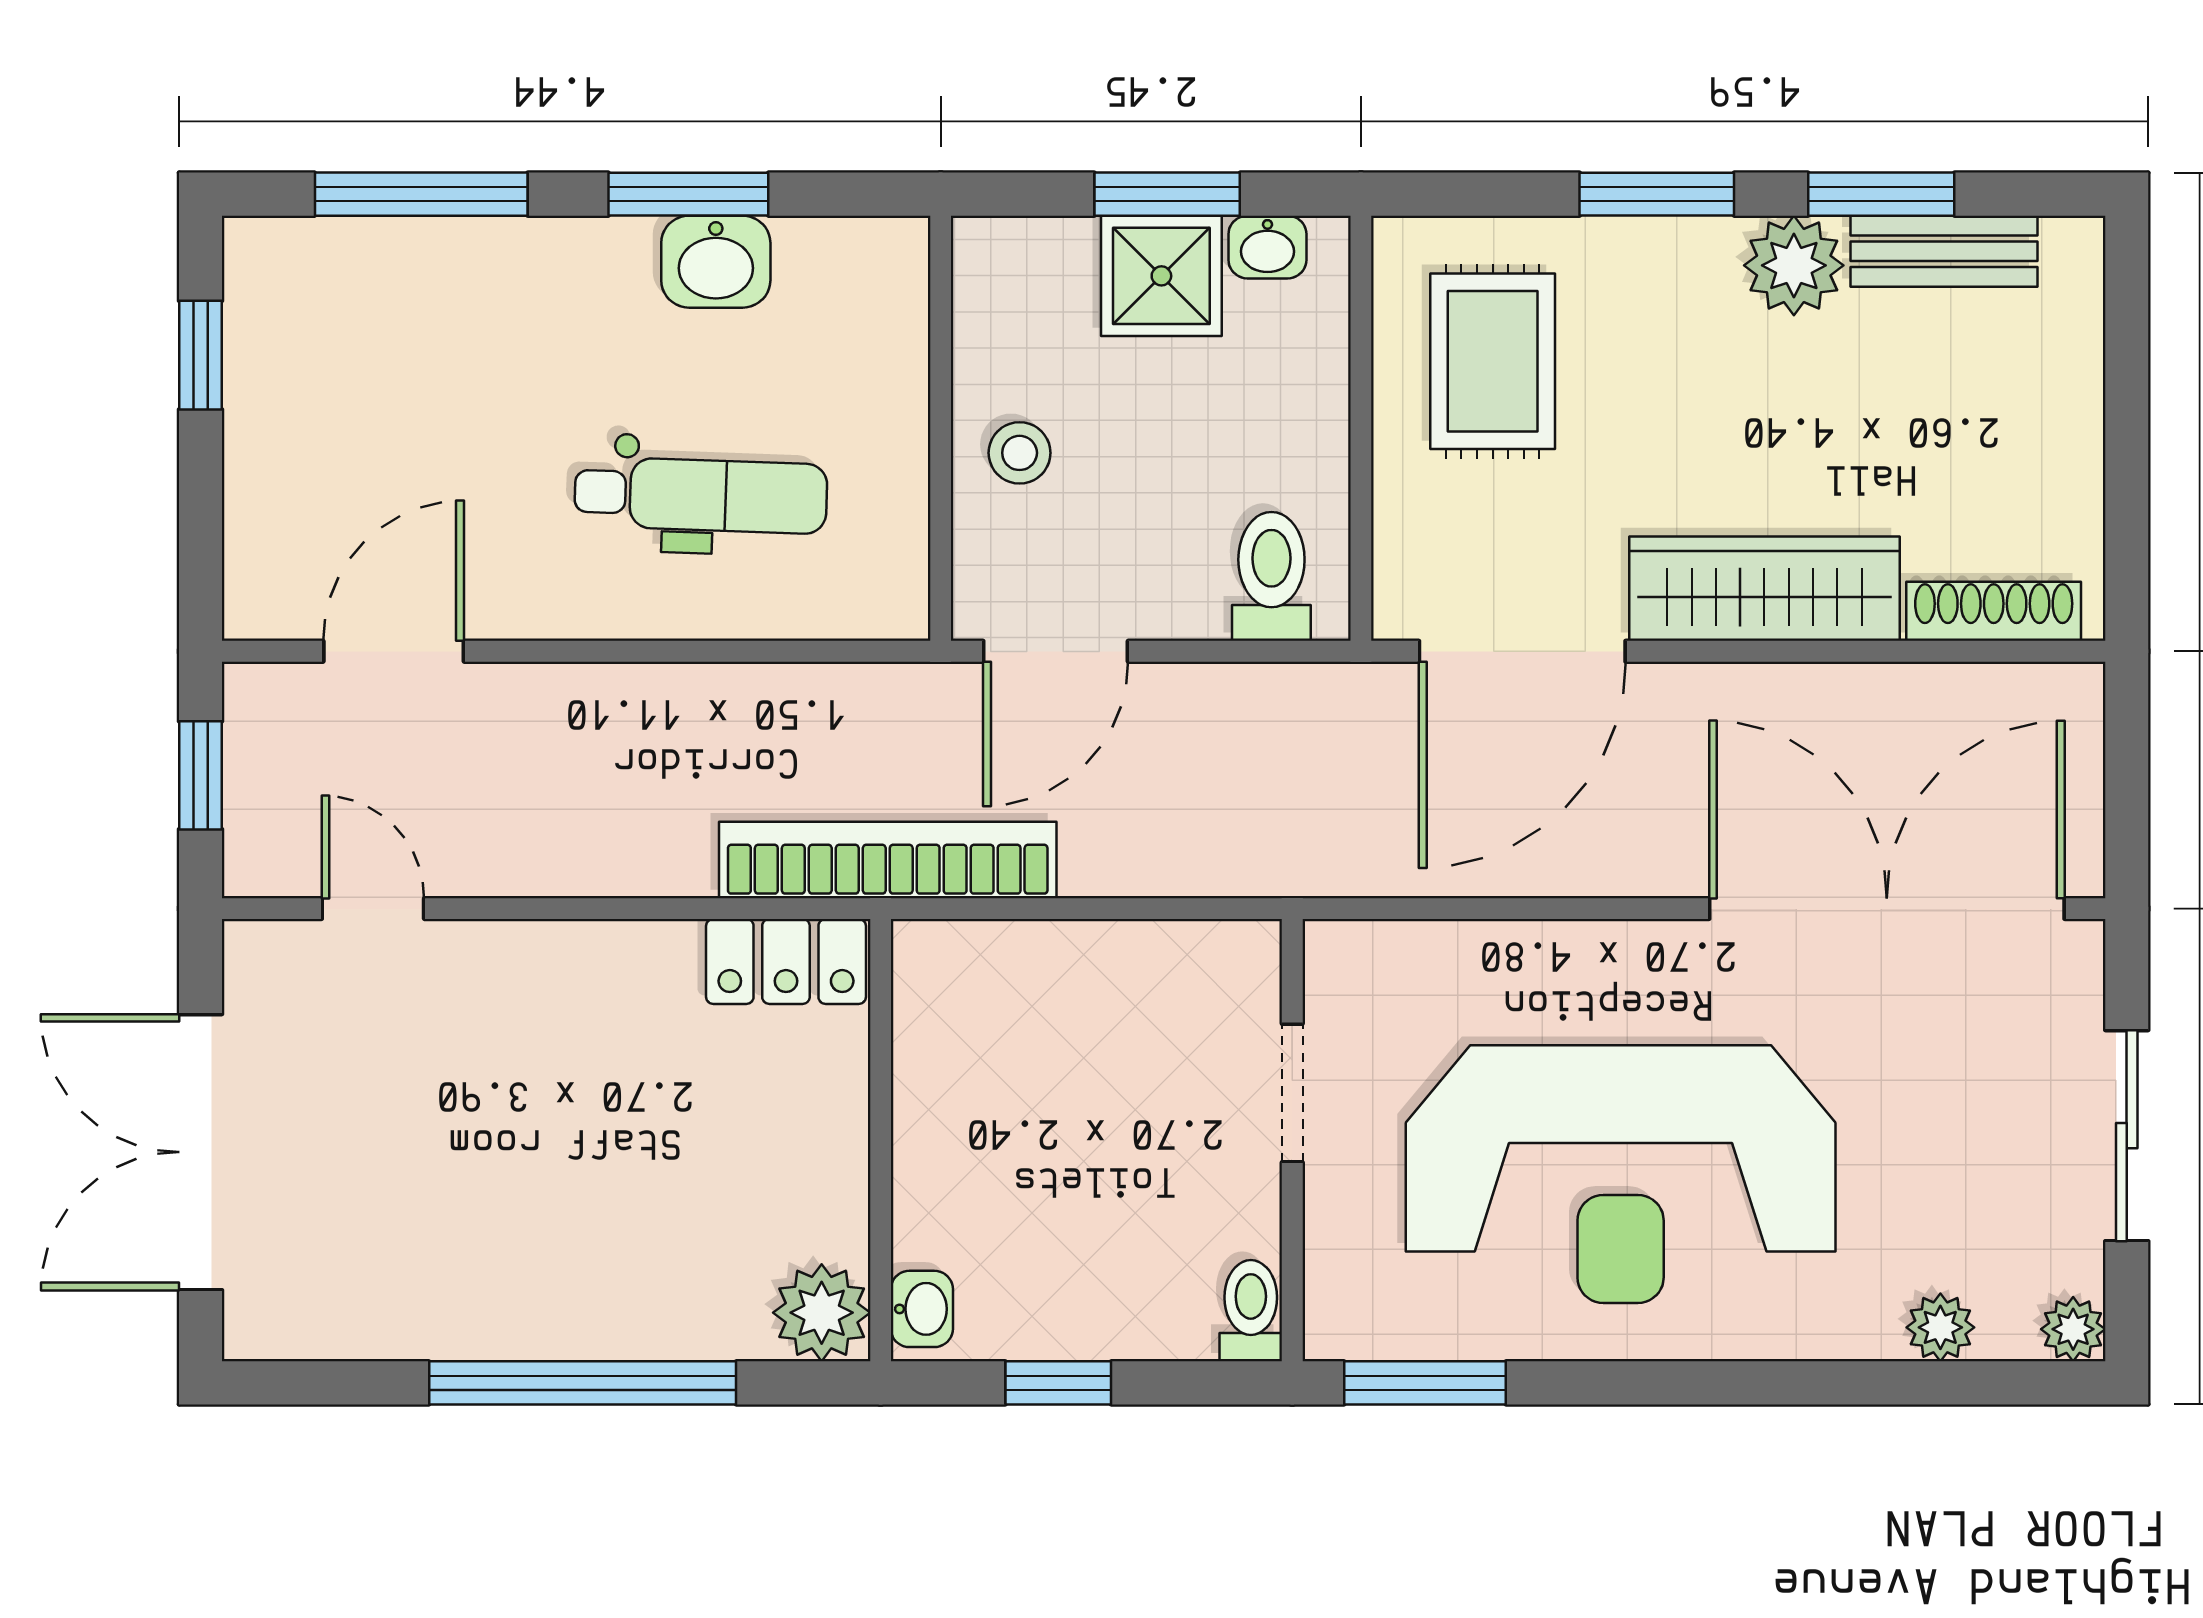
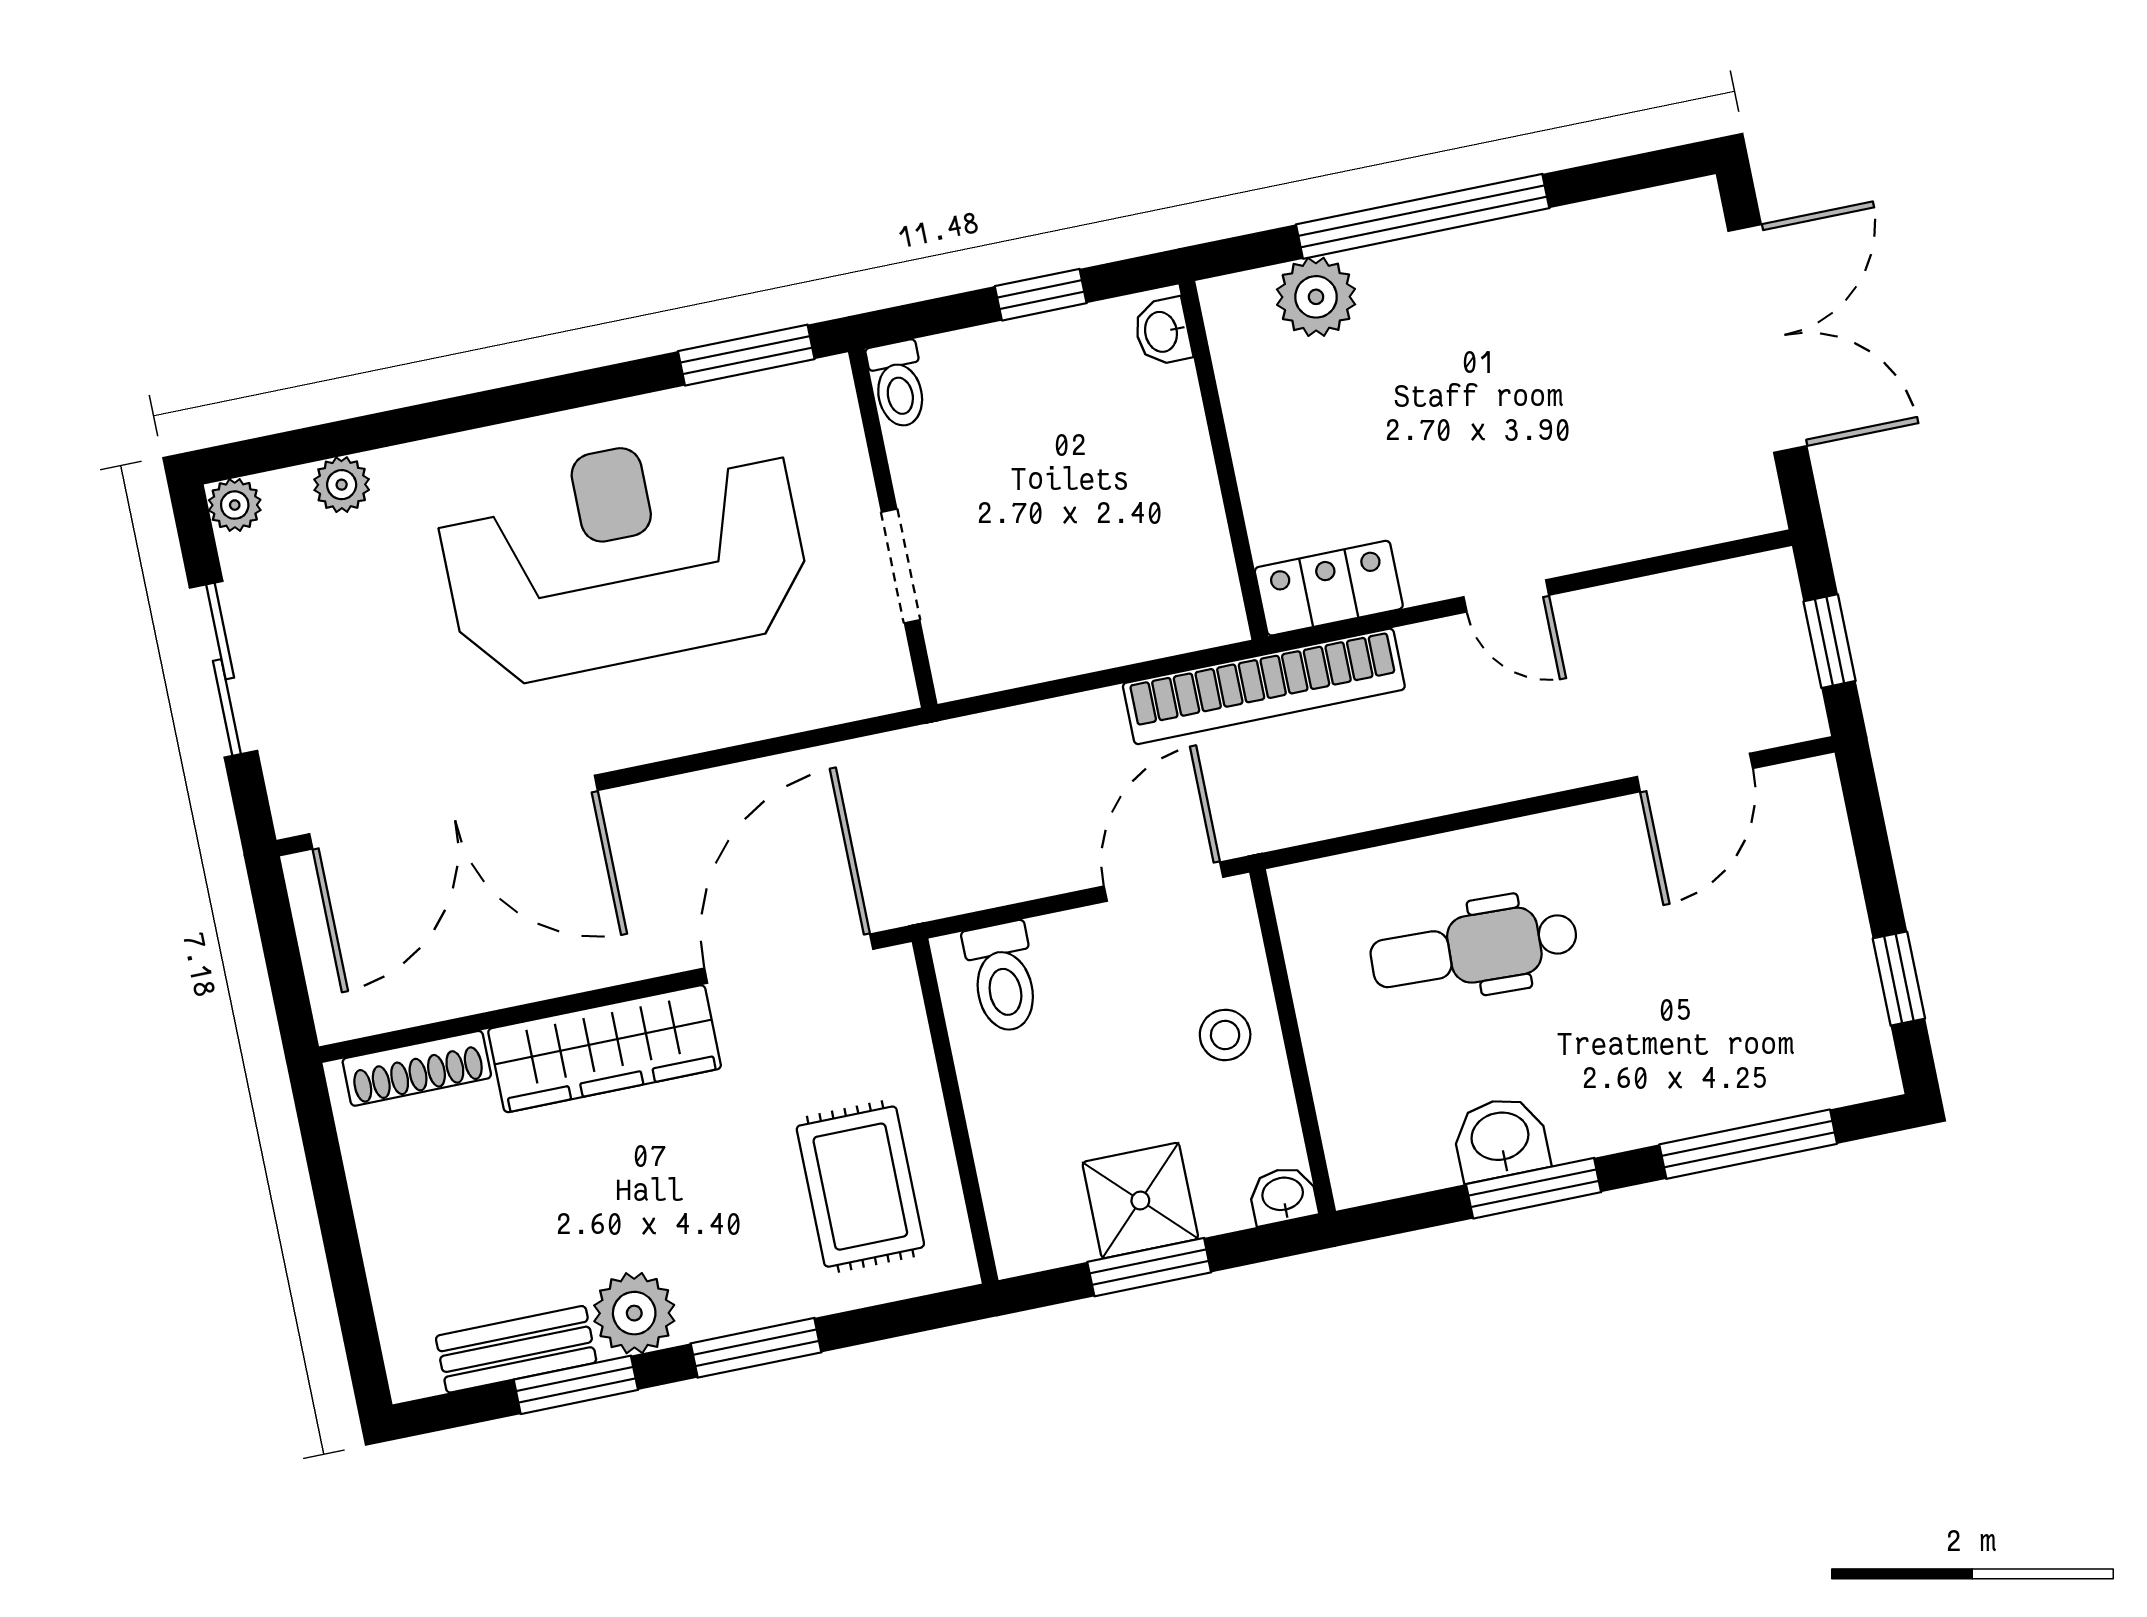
washbasin: (1267, 247) -> (1283, 1195), moved
door: (373, 909) -> (1506, 596), moved
plant: (822, 1313) -> (1316, 297), moved

